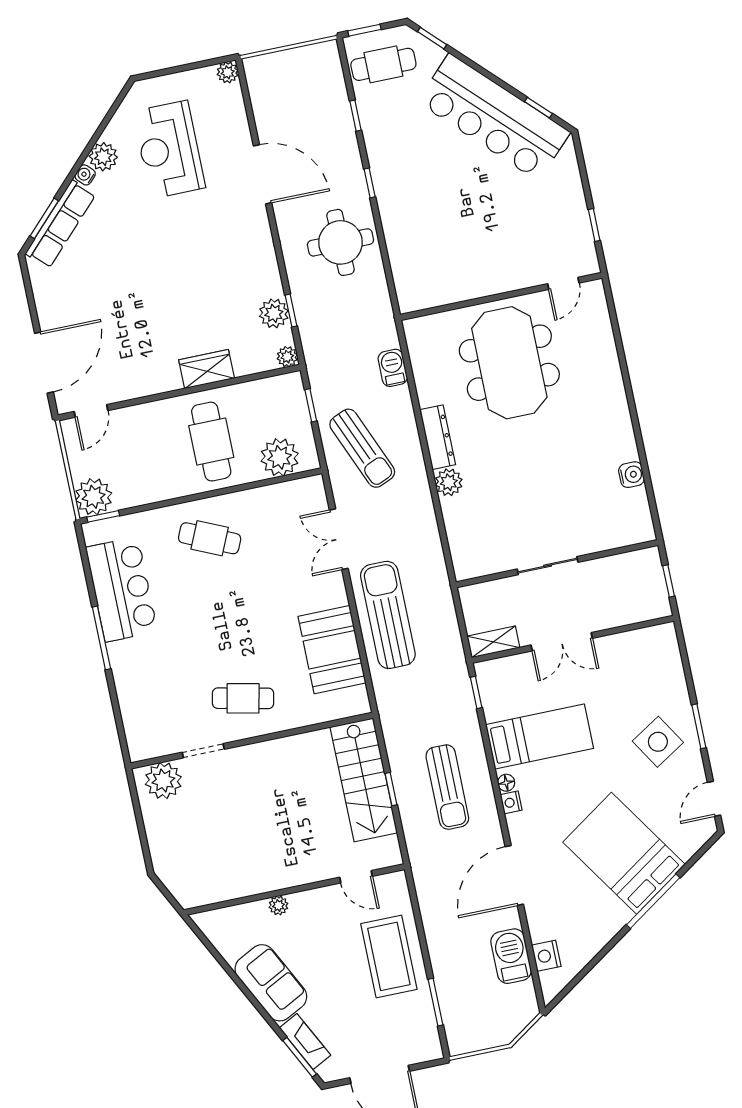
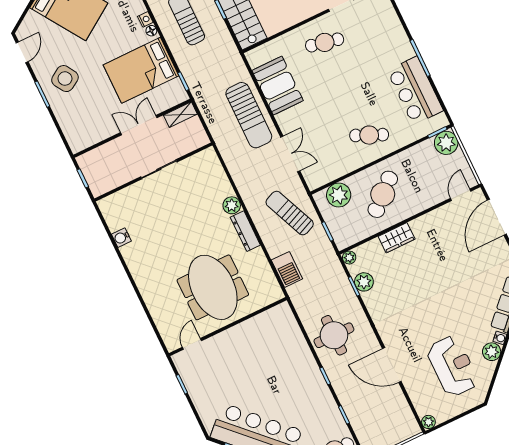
barbecue: (393, 368) -> (287, 269), width x1.38, depth x1.27
cafe table: (211, 442) -> (383, 194), turned 48
bed: (540, 737) -> (141, 70), width x1.50

